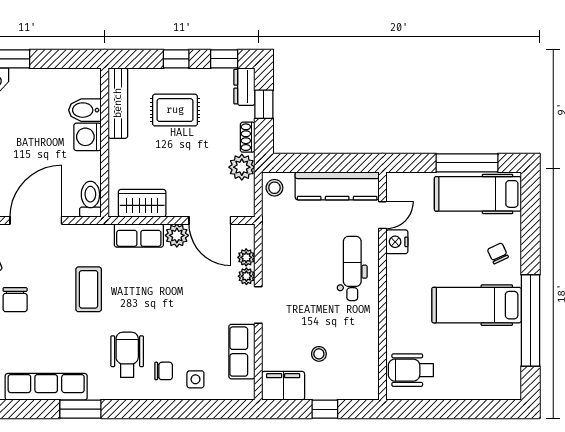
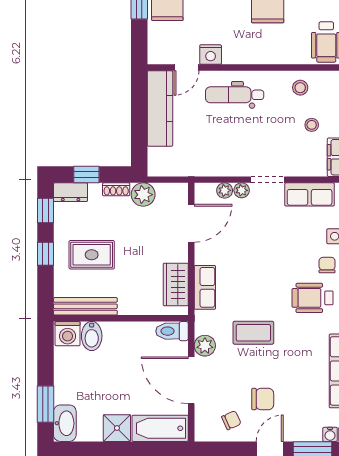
rug: (175, 110) -> (92, 255), turned 90
washing machine: (88, 137) -> (68, 334), moved
stool: (274, 188) -> (300, 88), moved
door: (383, 215) -> (186, 68), swing flipped
plant: (177, 235) -> (205, 346), moved

